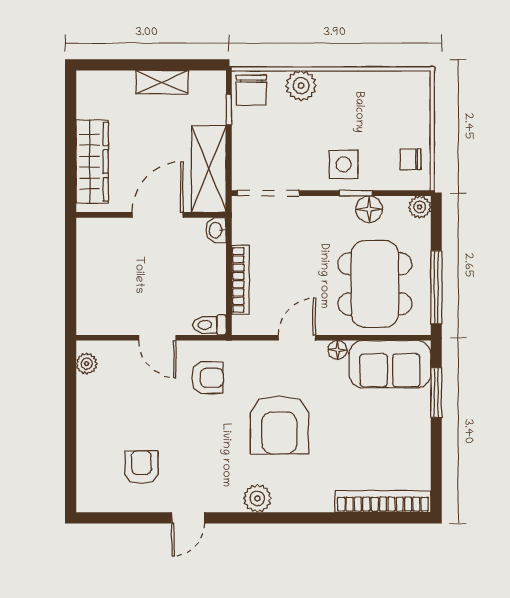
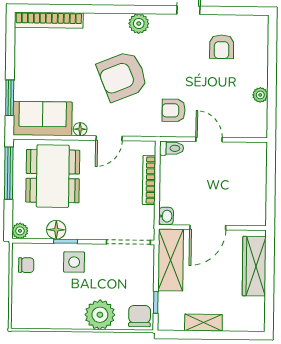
plant: (301, 86) -> (100, 315), width x1.36, depth x1.36
plant: (87, 364) -> (260, 95), moved
armchair: (279, 425) -> (122, 76), turned -112

